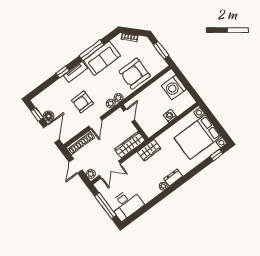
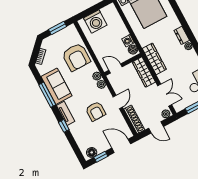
floor lamp: (49, 116) -> (92, 152), moved
washing machine: (170, 116) -> (128, 41), moved
door: (95, 123) -> (118, 102), hinge flipped
boiler: (151, 130) -> (133, 50), added
wardrobe: (149, 150) -> (154, 59), width x1.50

